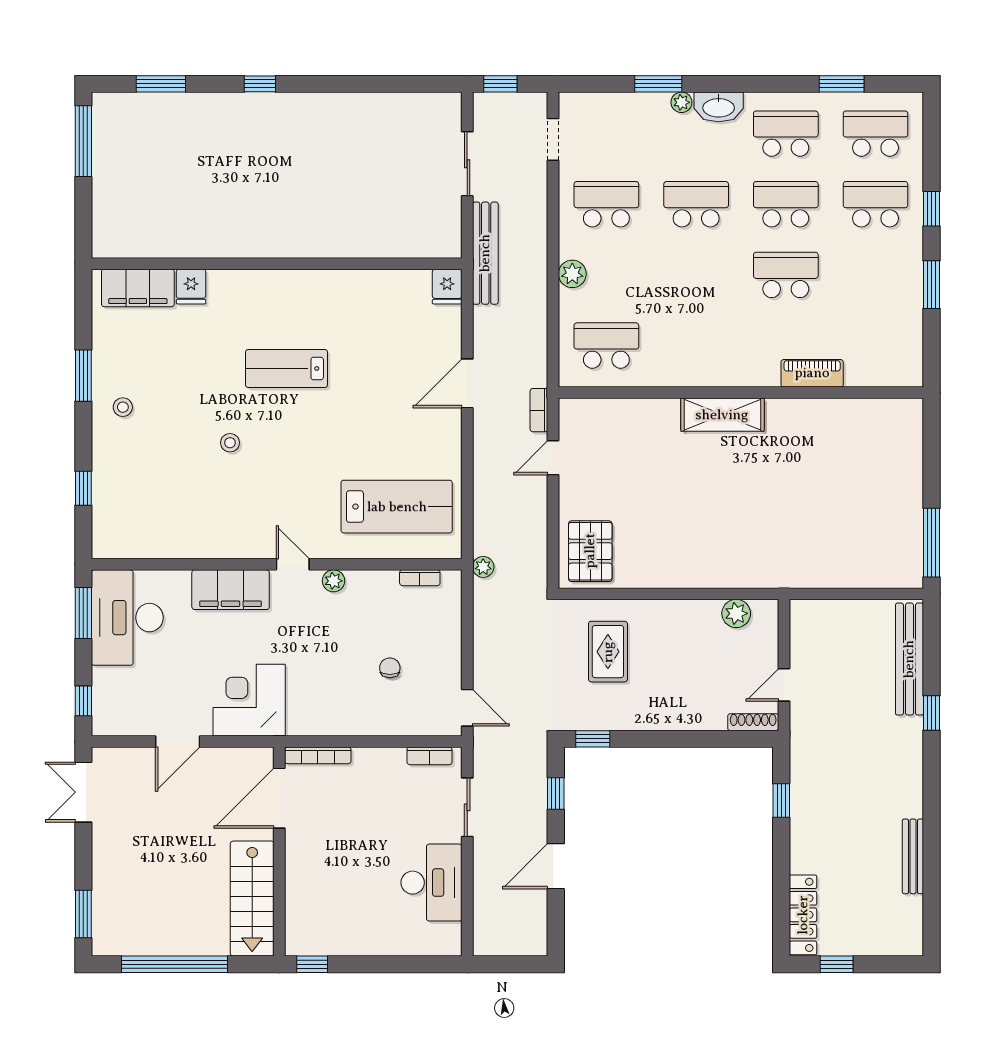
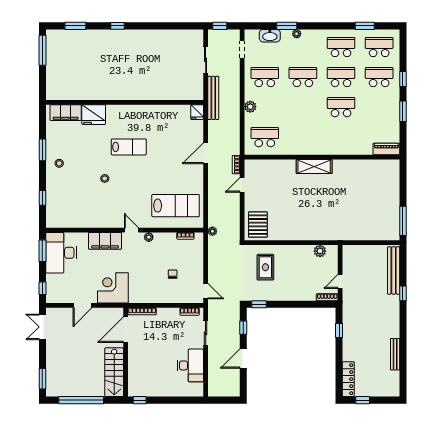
washbasin: (719, 107) -> (270, 36), moved
fridge: (191, 287) -> (94, 115), width x1.88, depth x1.34
lab bench: (286, 369) -> (129, 147), turned 180
piano: (812, 373) -> (386, 149), moved

